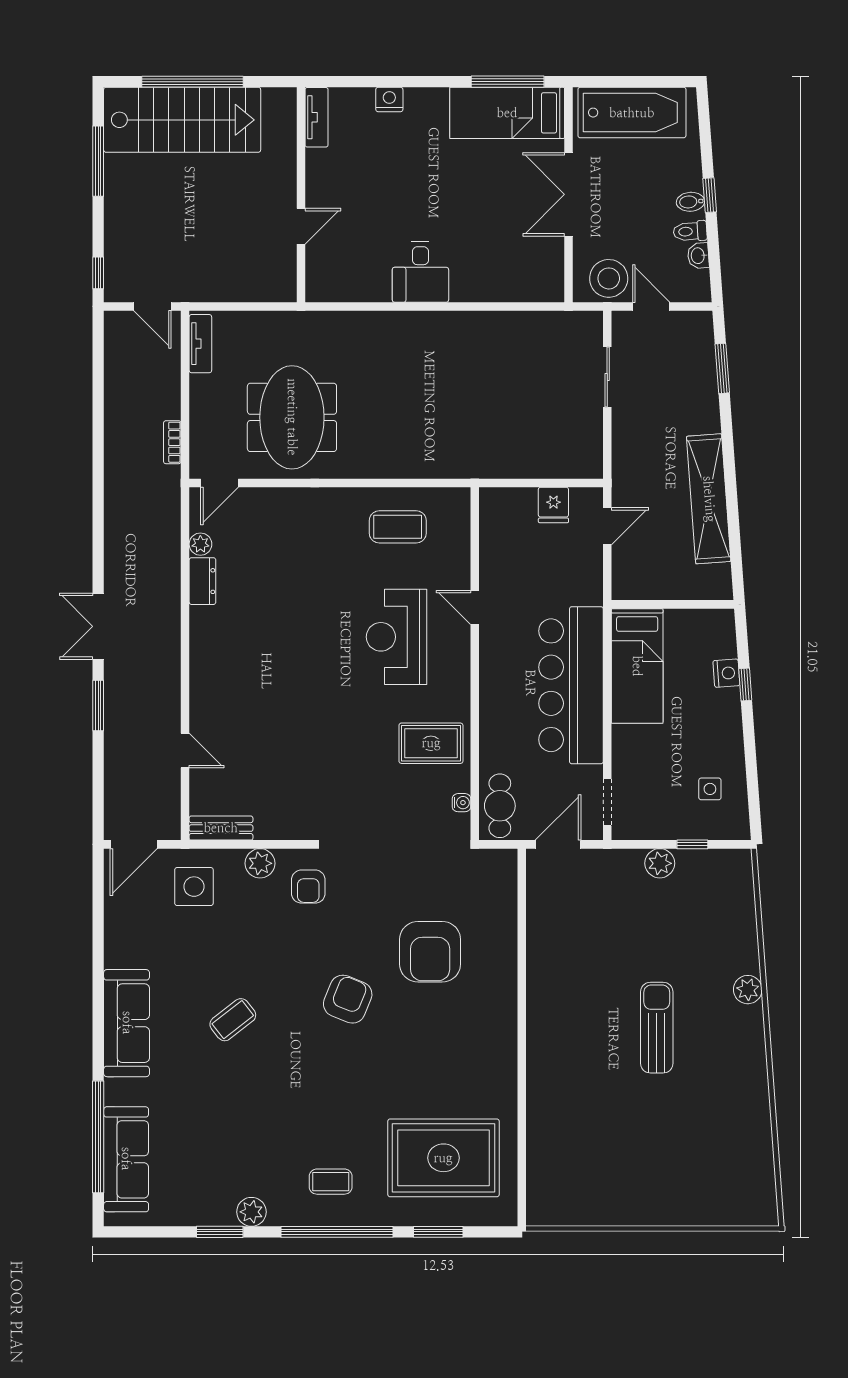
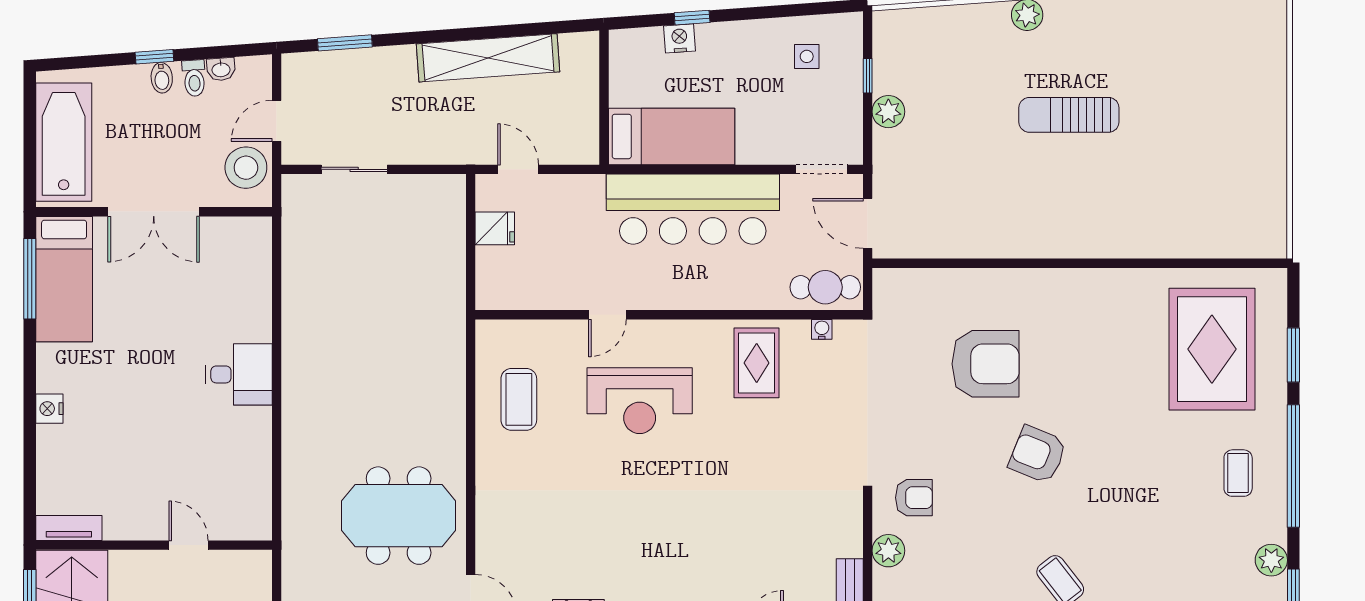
tv unit: (317, 117) -> (69, 528), moved
wall: (301, 195) -> (154, 545), moved
door: (301, 226) -> (189, 545), moved

